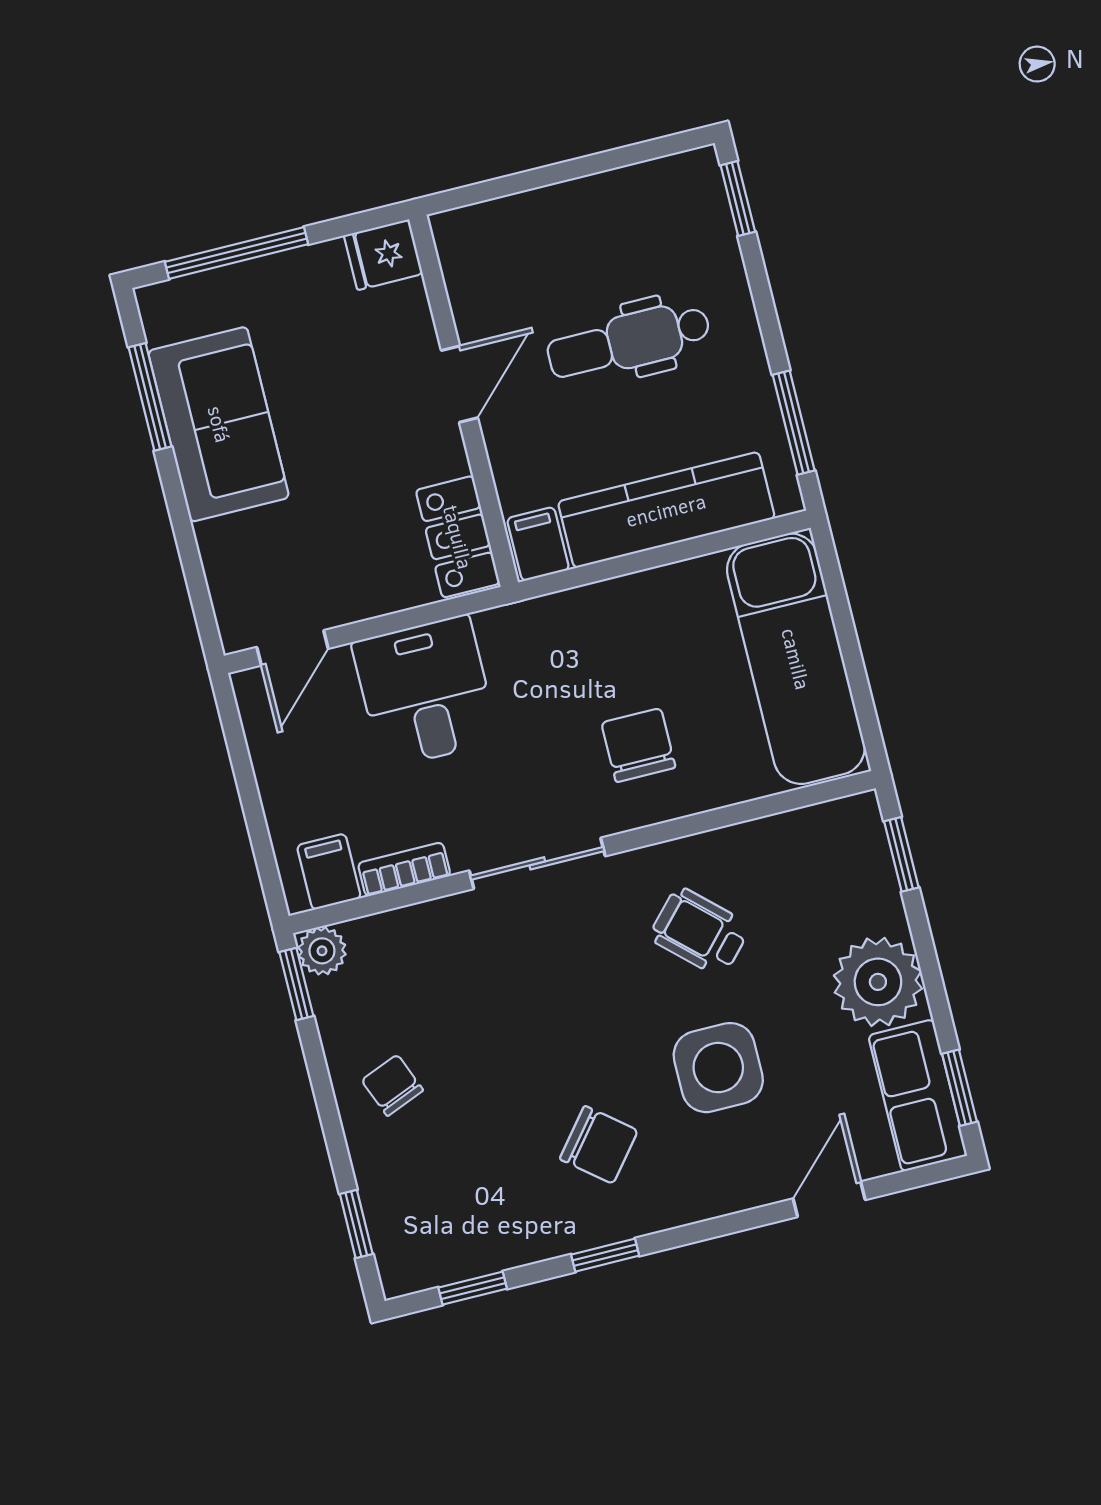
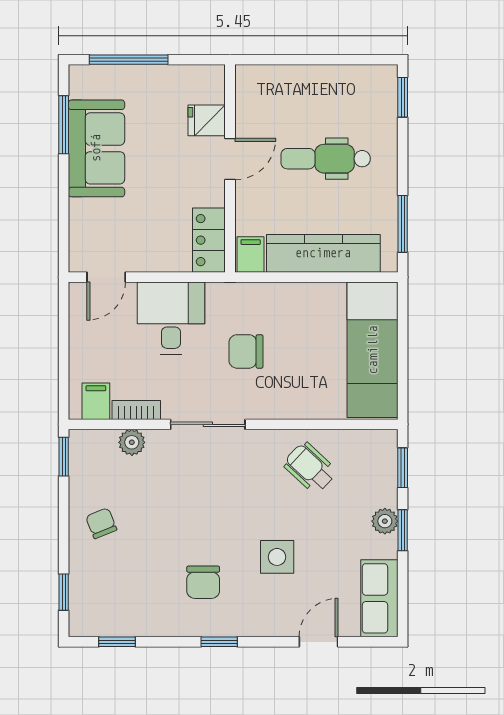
fridge: (383, 255) -> (207, 120), moved
chair: (638, 745) -> (246, 351), moved, turned -90
wheelchair: (700, 932) -> (310, 468), moved
plant: (322, 951) -> (132, 442), moved
plant: (878, 982) -> (385, 521), width x0.53, depth x0.53
side table: (718, 1068) -> (277, 557), width x0.73, depth x0.73
window: (959, 1088) -> (403, 530), moved
chair: (599, 1145) -> (203, 582), turned 51
window: (605, 1255) -> (219, 642), moved

